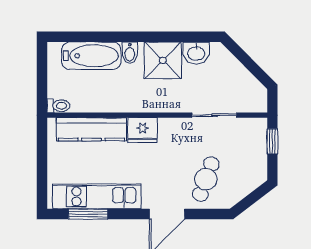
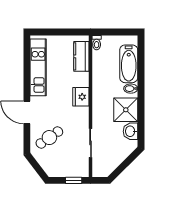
kitchen counter: (91, 129) -> (81, 56), width x0.67
cafe table: (206, 179) -> (49, 138), turned -55
window: (88, 214) -> (27, 62), removed

